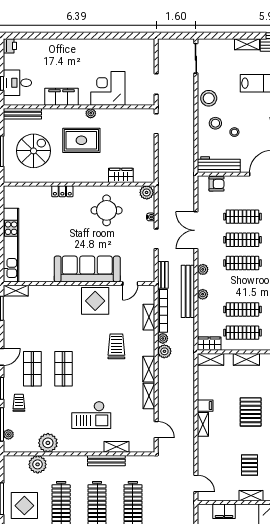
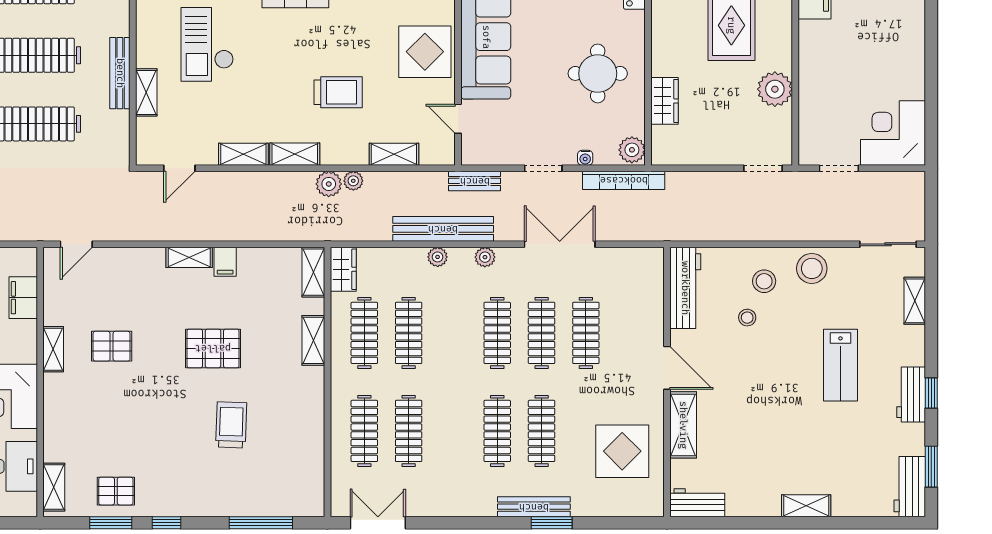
shelving: (247, 44) -> (915, 301), moved
corner desk: (108, 88) -> (893, 133), moved, turned -90
plant: (91, 113) -> (775, 89), moved, width x1.88, depth x1.88
armchair: (216, 184) -> (648, 283), removed
bookcase: (163, 311) -> (624, 180), moved

